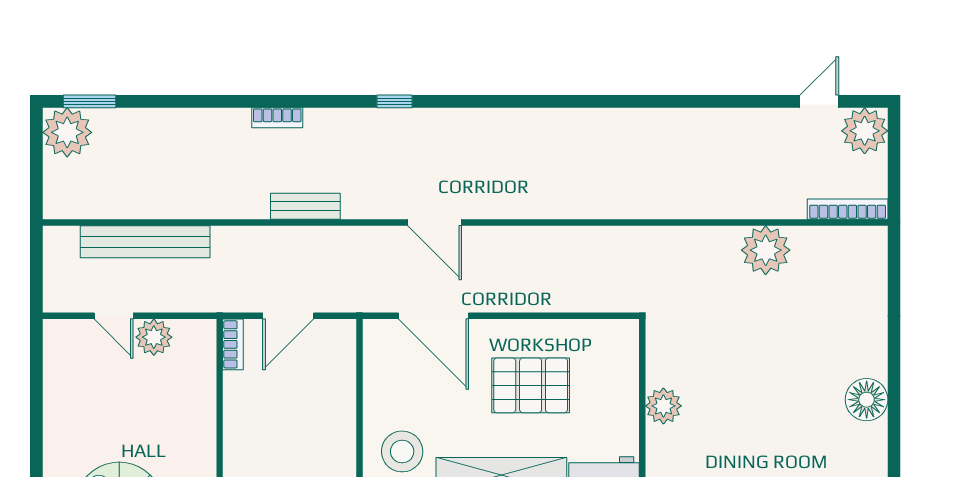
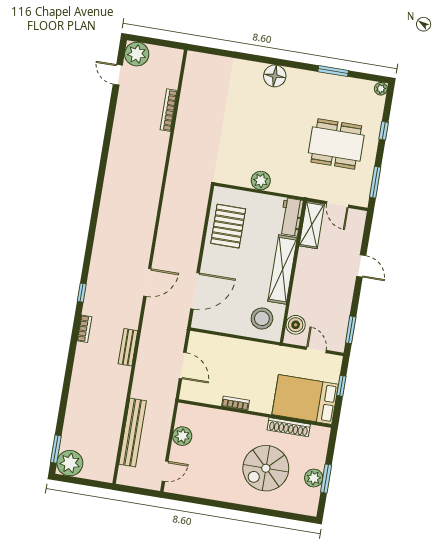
bookcase: (277, 118) -> (84, 329), moved
bookcase: (848, 209) -> (169, 110), moved
plant: (766, 250) -> (190, 115), removed
door: (114, 316) -> (165, 471), moved
bookcase: (233, 344) -> (235, 403), moved
pallet: (531, 385) -> (228, 226), moved

